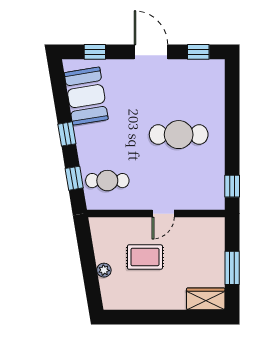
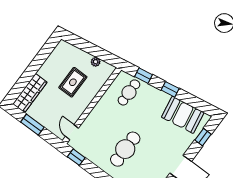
door: (163, 214) -> (72, 132), moved
plant: (104, 270) -> (96, 62), moved
wardrobe: (206, 299) -> (30, 93), width x1.50

